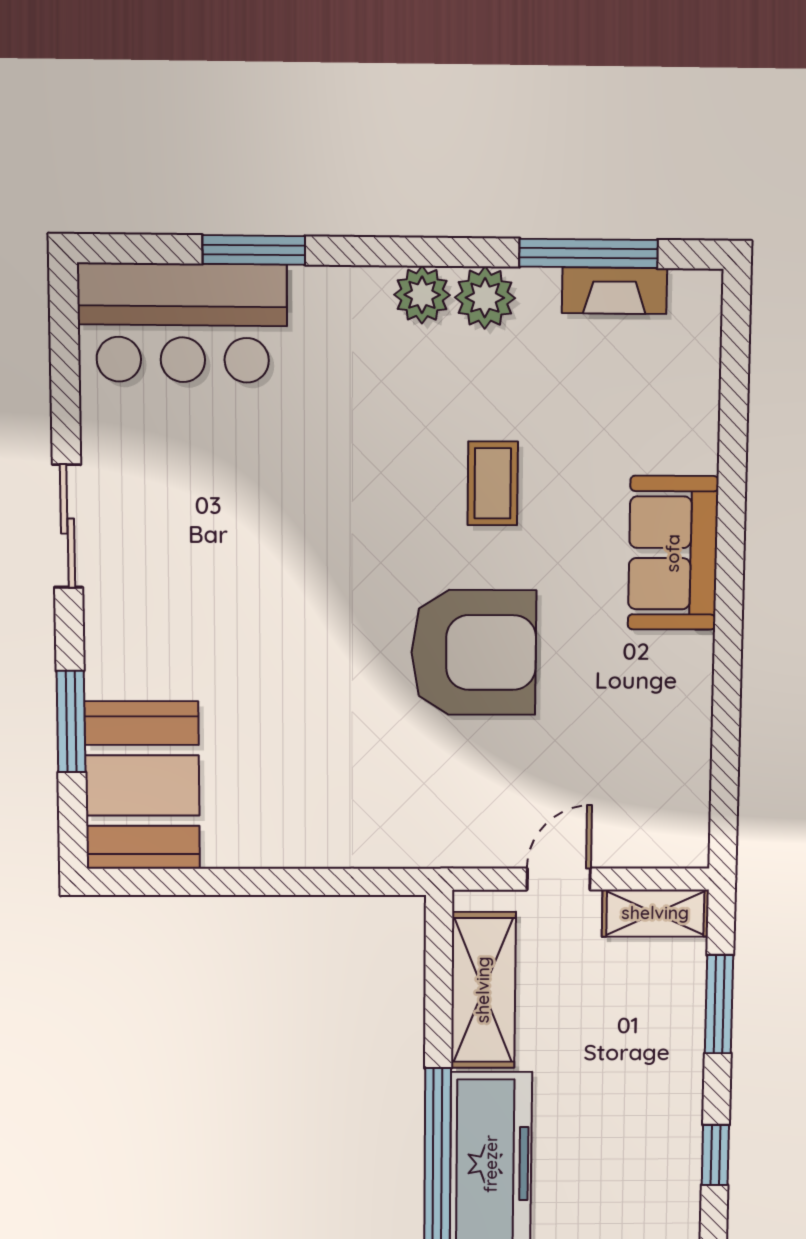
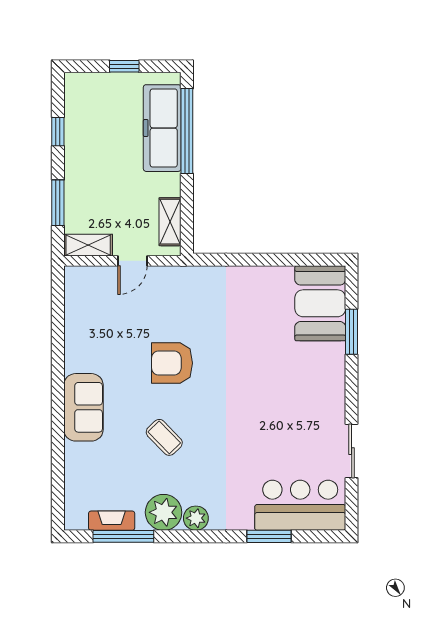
plant: (485, 298) -> (164, 512), width x1.36, depth x1.36
coffee table: (493, 483) -> (164, 437), turned -44
sliding door: (68, 526) -> (352, 451), moved
armchair: (474, 652) -> (172, 363), width x0.73, depth x0.73
shelving: (483, 990) -> (170, 222), width x0.67, depth x0.75

